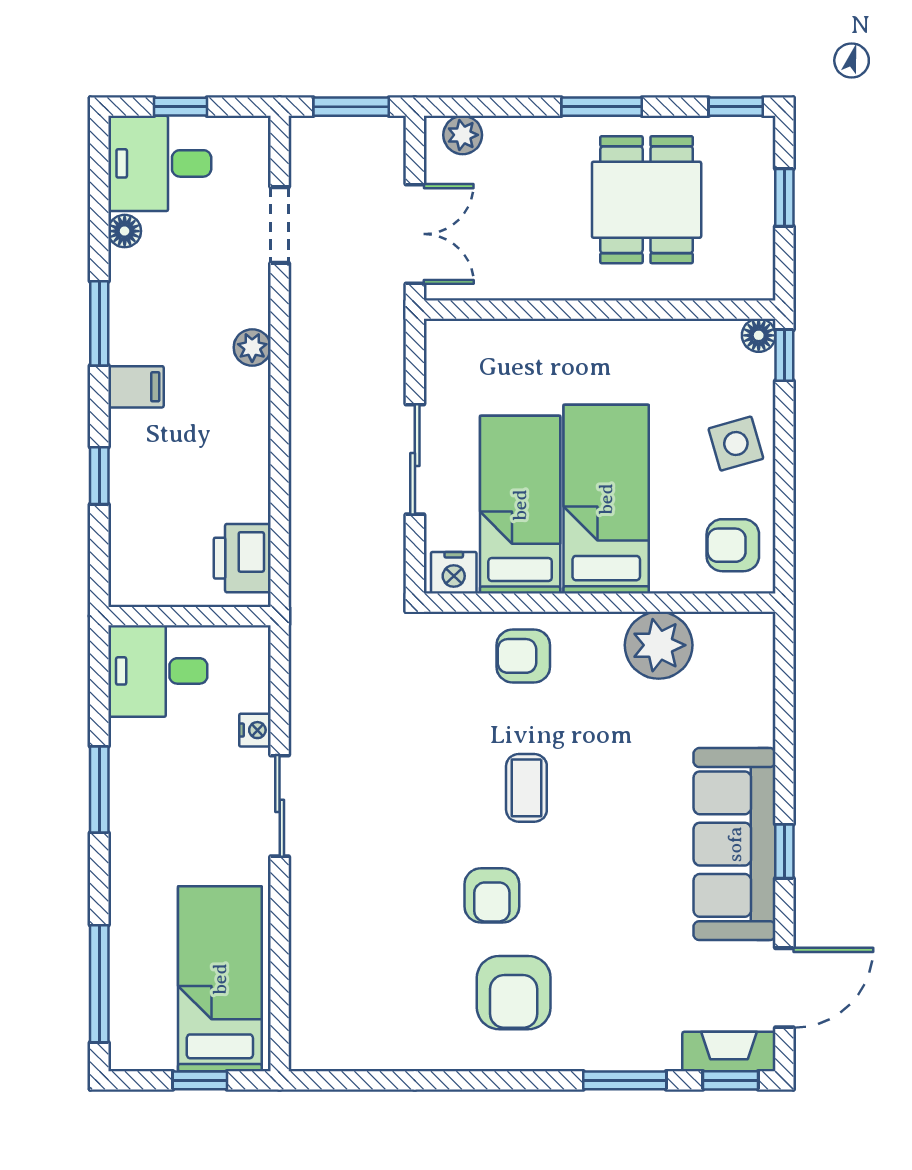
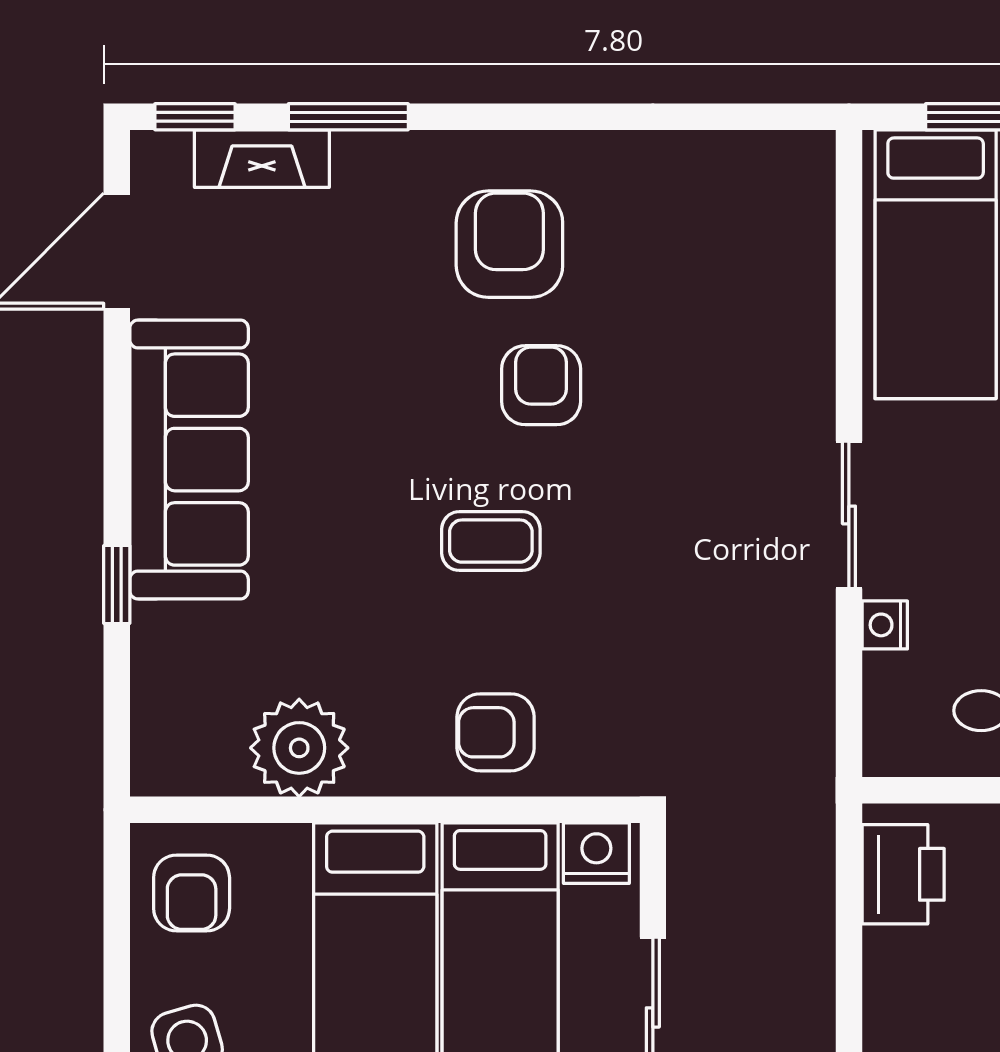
armchair: (733, 545) -> (192, 893), turned 90
armchair: (523, 656) -> (496, 732), turned 180
coffee table: (526, 788) -> (491, 541), turned 90
window: (784, 851) -> (117, 584), moved
fireplace: (729, 1052) -> (262, 159), moved

